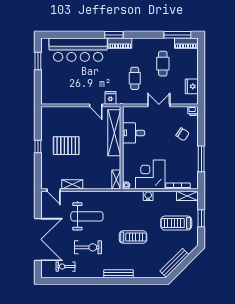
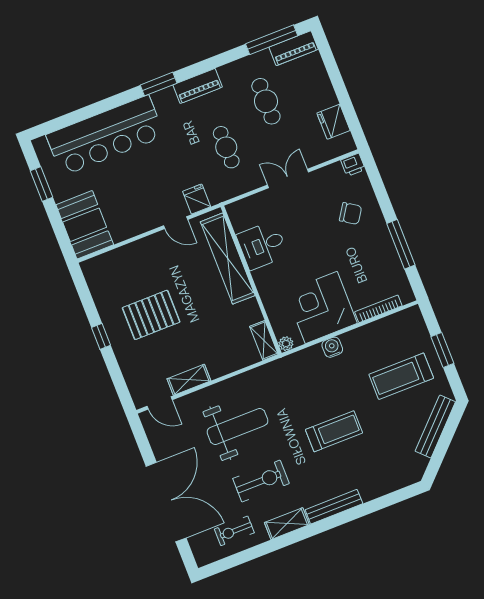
piano: (120, 43) -> (198, 86), moved
booth: (51, 89) -> (85, 225), added
shelving: (187, 196) -> (287, 524), moved
bench: (174, 263) -> (435, 427), moved

